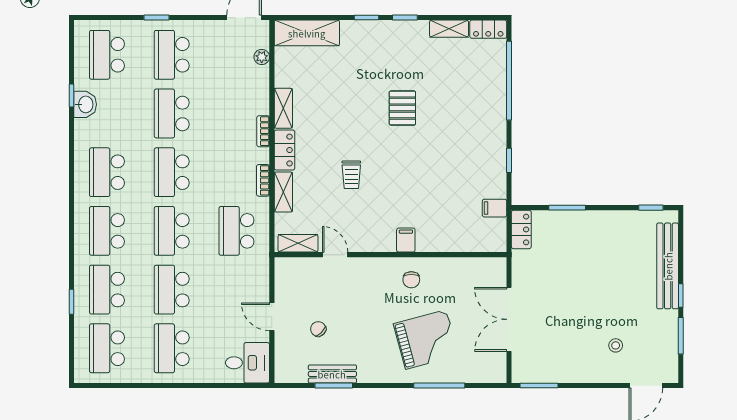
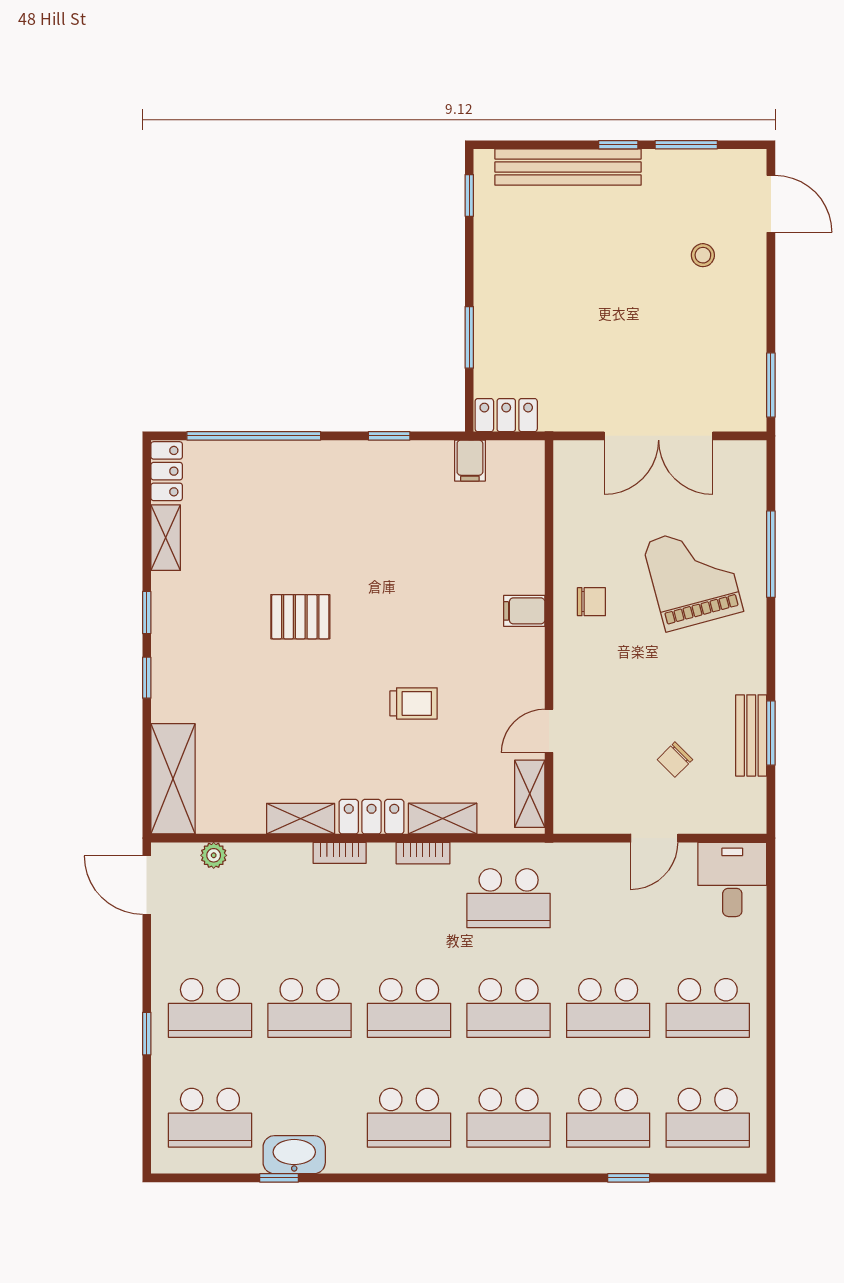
washbasin: (85, 104) -> (294, 1155), width x1.38

